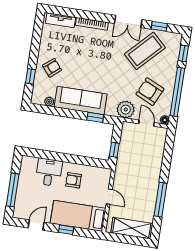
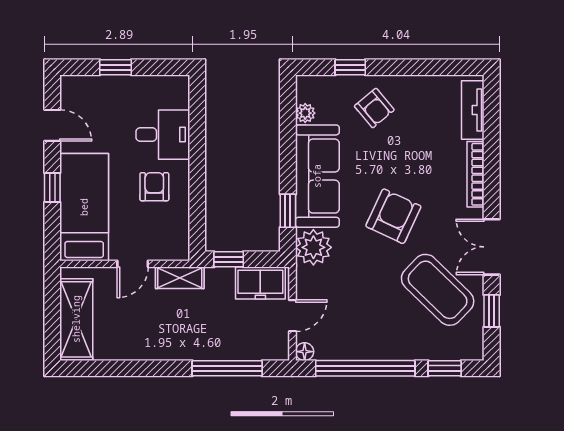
armchair: (150, 92) -> (393, 216), moved
plant: (126, 110) -> (313, 247), moved
freezer: (128, 136) -> (260, 283), added
shelving: (119, 175) -> (180, 278), added
window: (13, 190) -> (116, 67), width x0.46
window: (161, 200) -> (227, 368), moved

